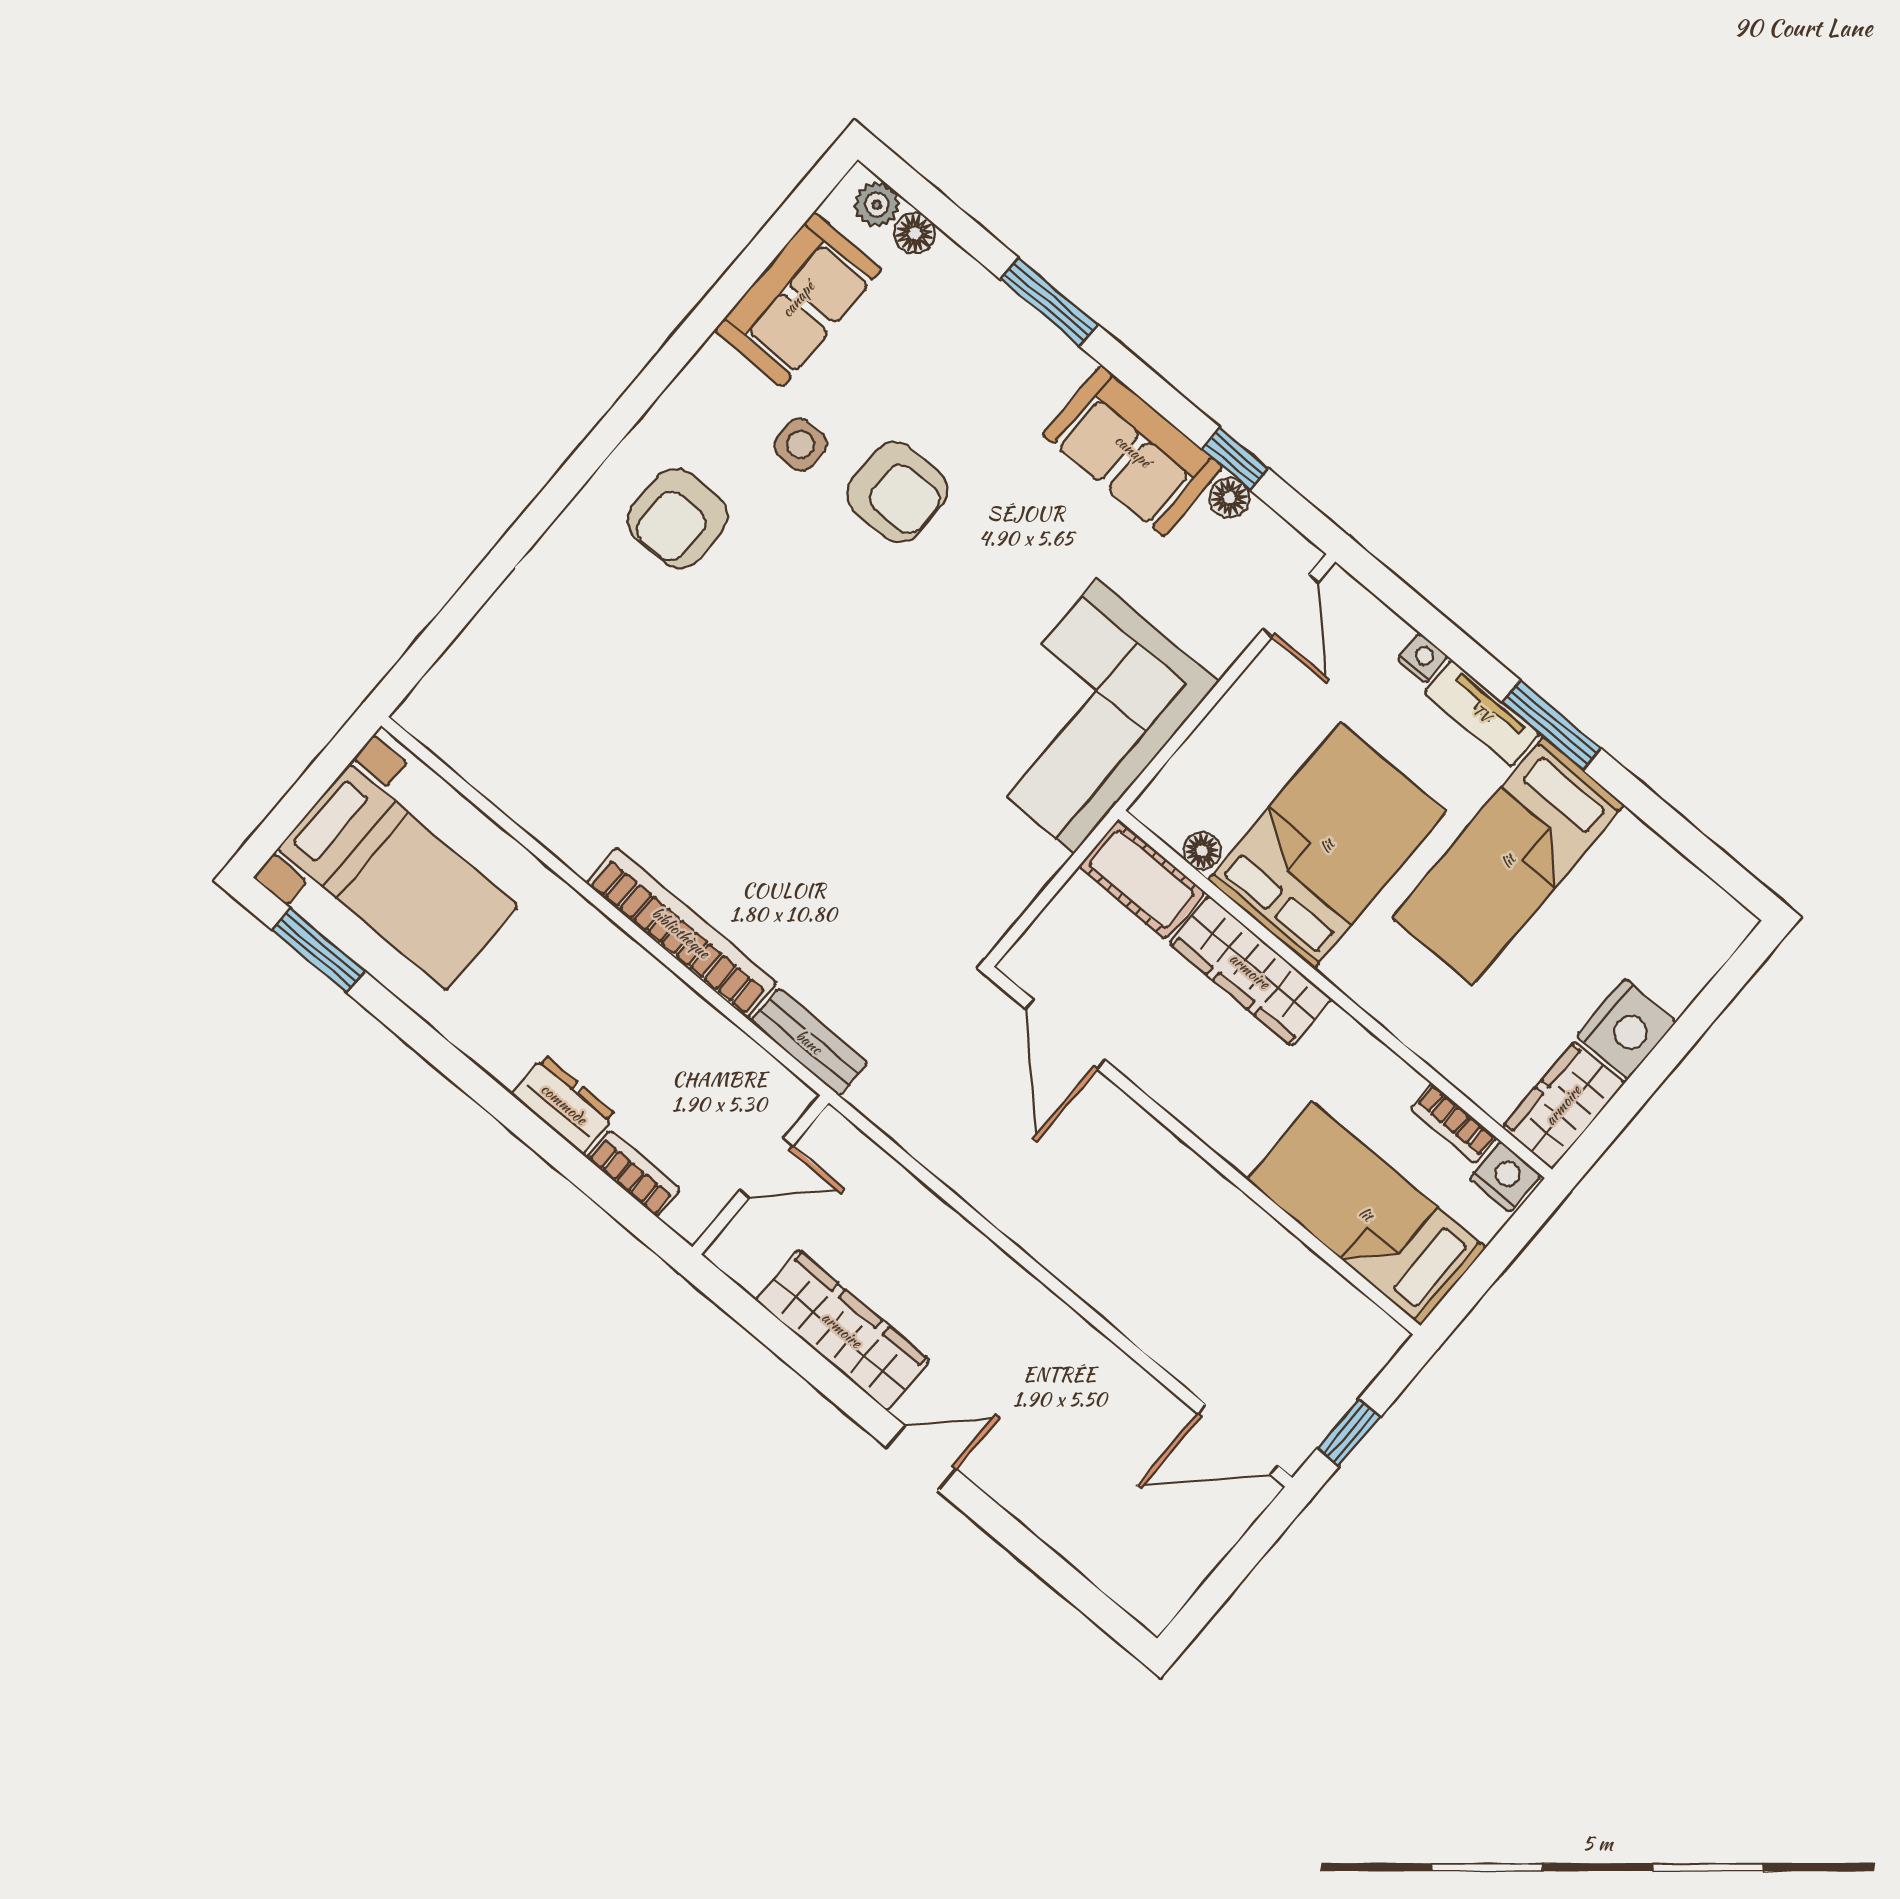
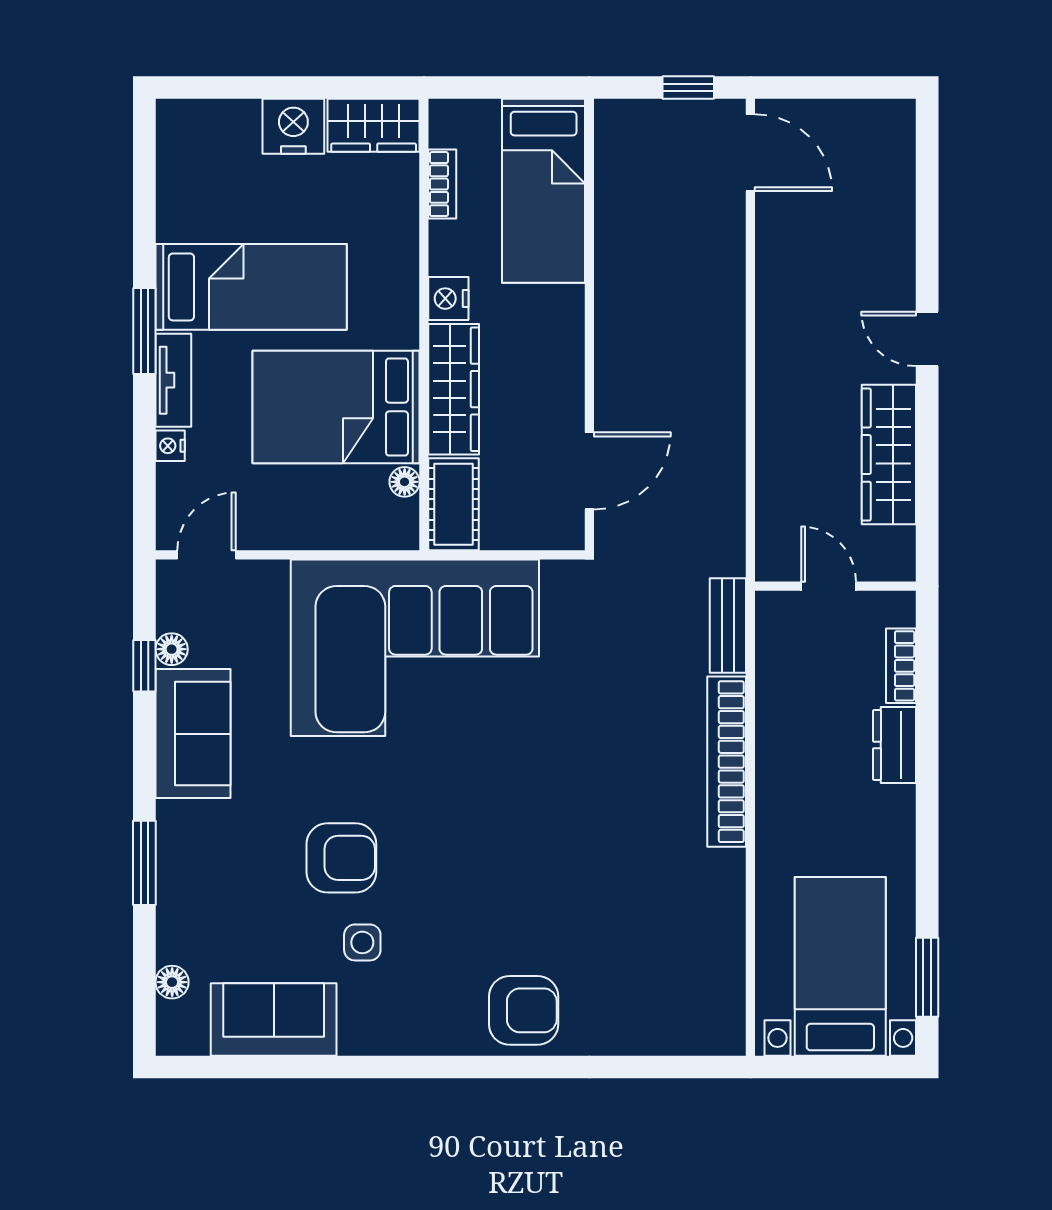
plant: (877, 205) -> (174, 1020), removed
armchair: (897, 492) -> (341, 858), turned 90
armchair: (678, 518) -> (524, 1010), moved
corner sofa: (1085, 716) -> (415, 648), width x1.36, depth x1.36
nightstand: (1505, 1177) -> (448, 299), moved

